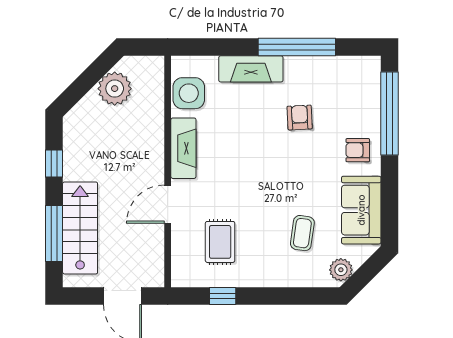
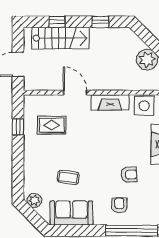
armchair: (358, 150) -> (119, 205), moved
window: (54, 233) -> (57, 22), width x0.46
coffee table: (302, 233) -> (68, 177), moved

